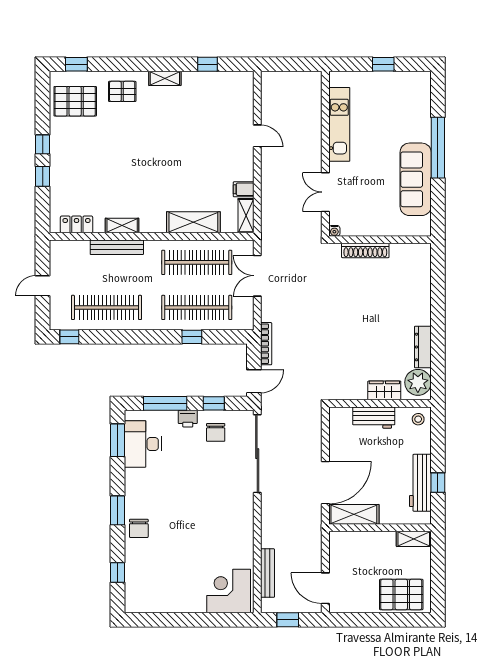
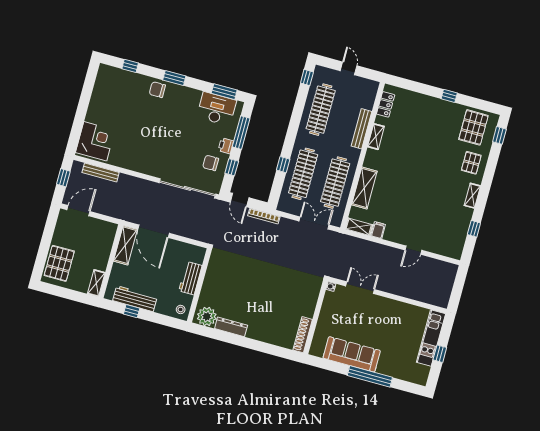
kitchen unit: (339, 124) -> (431, 338), moved, turned 90
window: (43, 176) -> (426, 90), removed
shoe rack: (365, 250) -> (303, 335), moved
wardrobe: (384, 390) -> (208, 291), removed

